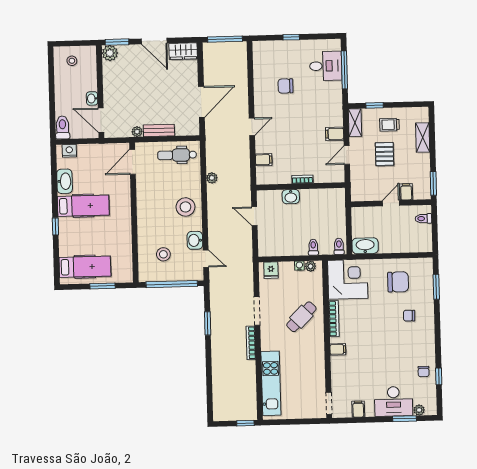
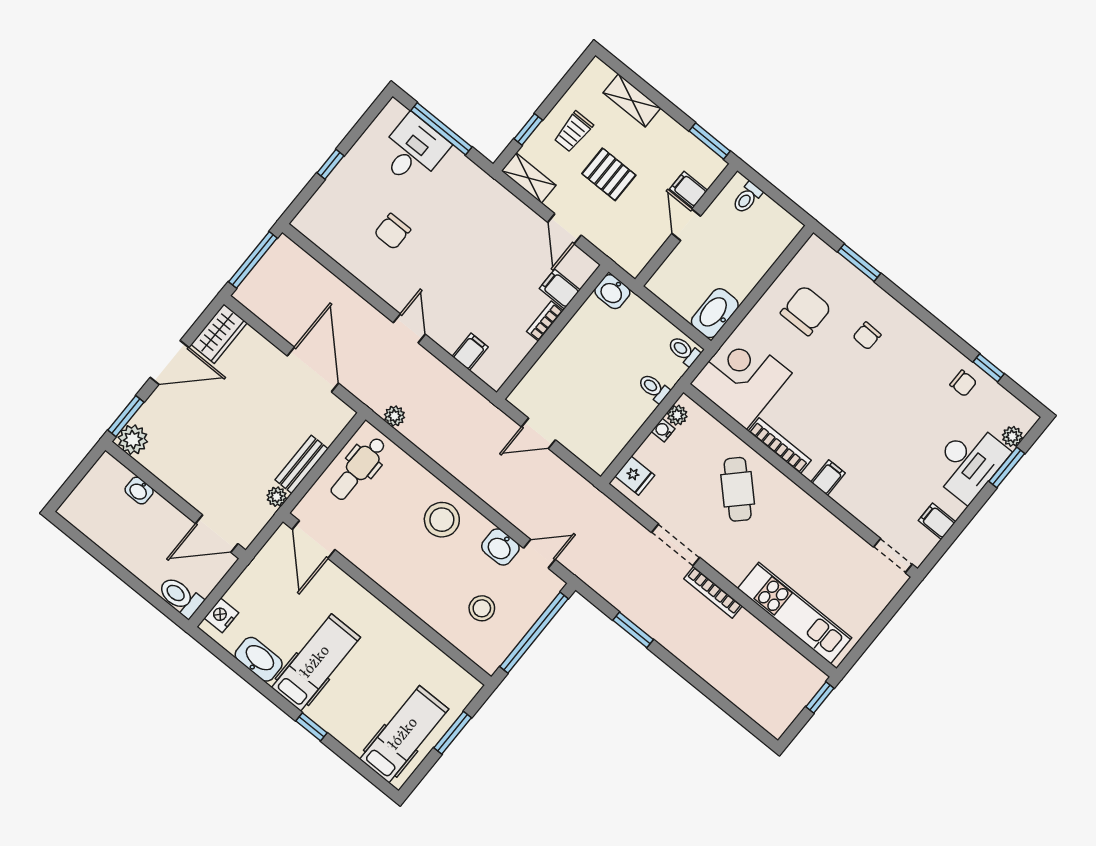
stool: (72, 61) -> (97, 503), removed
washbasin: (92, 98) -> (139, 491), moved
filing cabinet: (335, 134) -> (560, 289), moved, turned 90
plant: (212, 178) -> (395, 416), moved
washbasin: (291, 197) -> (612, 292), moved, turned 90

